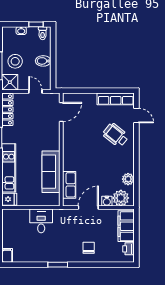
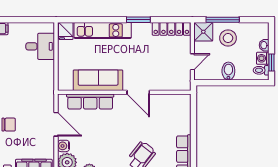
washing machine: (32, 32) -> (263, 58), added
door: (61, 112) -> (138, 92), moved
row of seats: (69, 185) -> (90, 102), width x1.48
desk: (41, 221) -> (40, 46), moved

